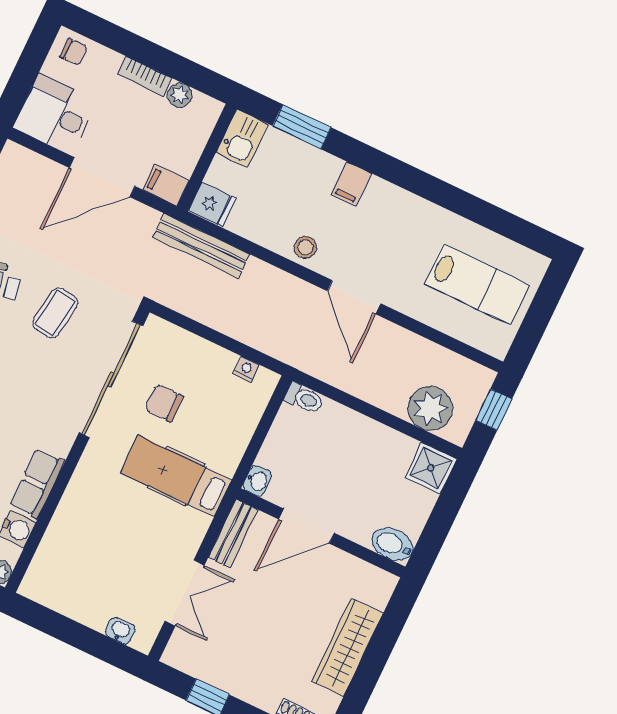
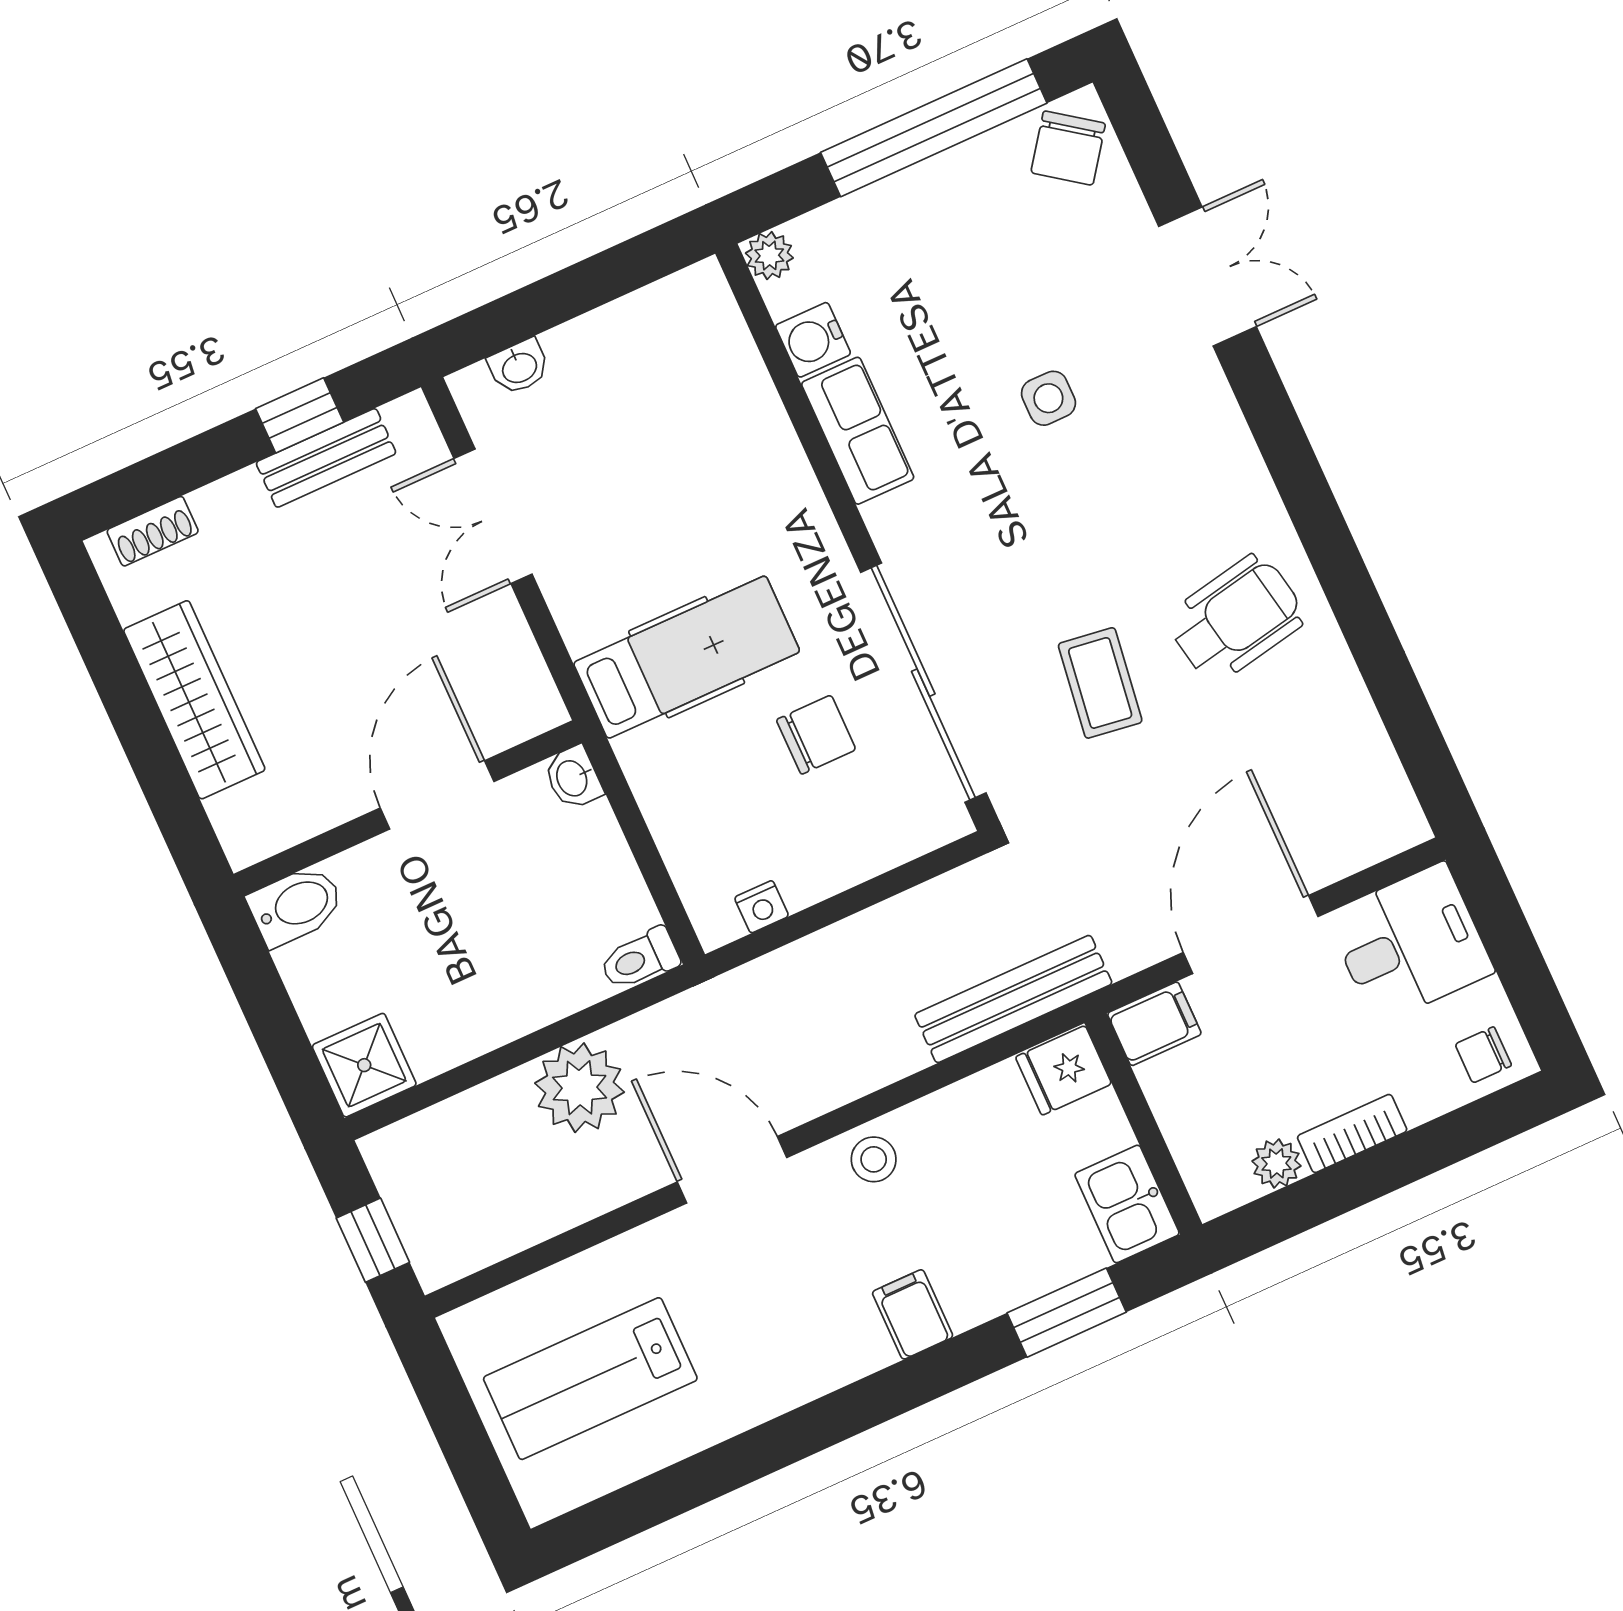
plant: (430, 408) -> (580, 1088), moved
bench: (233, 534) -> (326, 458), moved, turned 90

